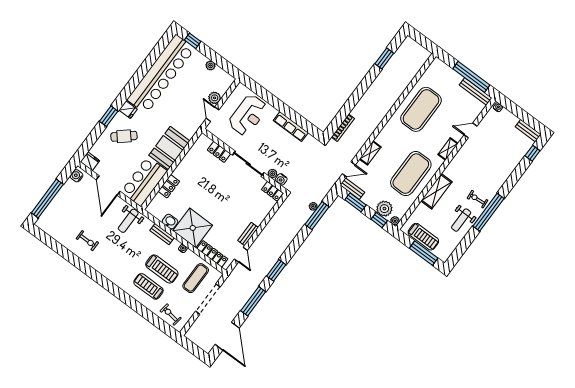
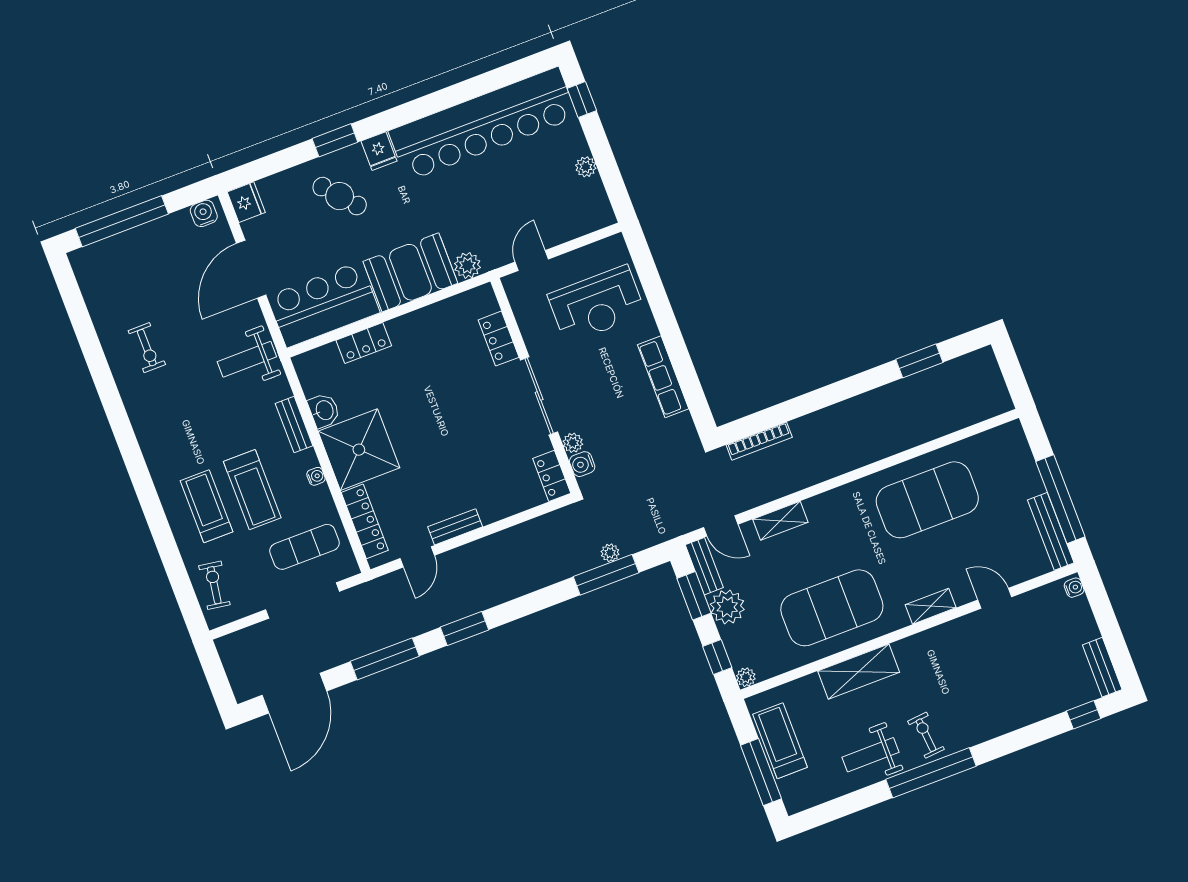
plant: (215, 98) -> (467, 265), moved
plant: (384, 209) -> (727, 607), moved
treadmill: (423, 237) -> (780, 741), turned 180

